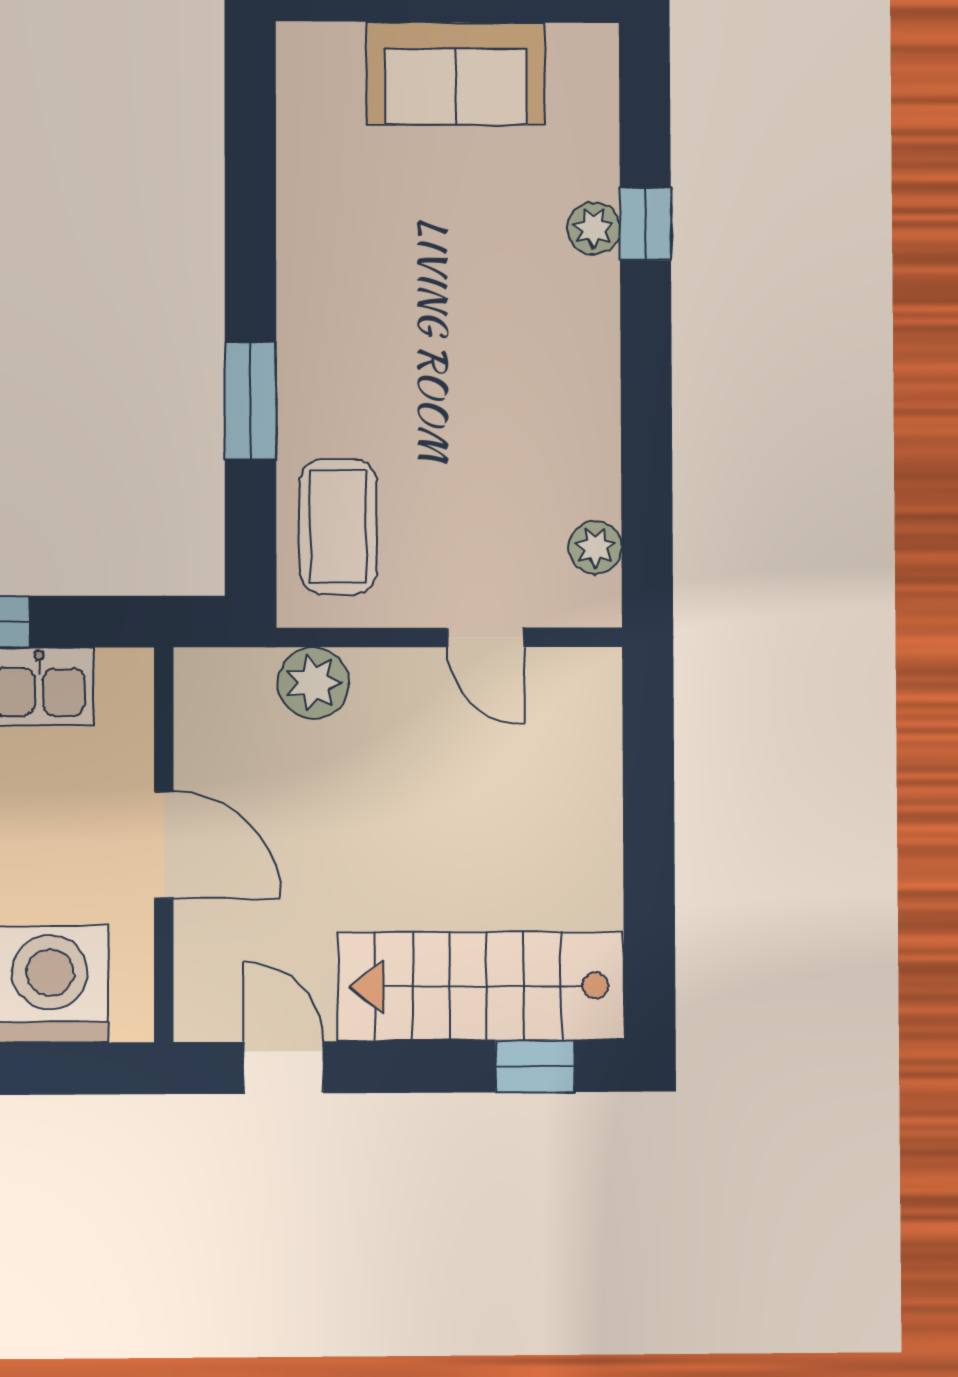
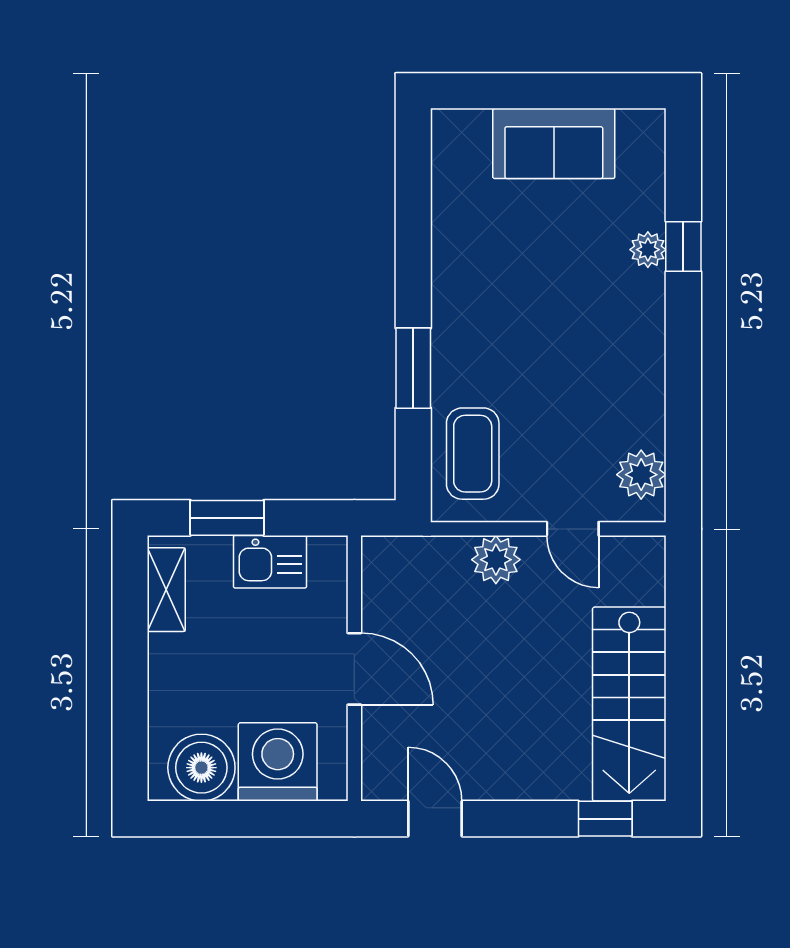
plant: (595, 548) -> (641, 475), width x1.38, depth x1.38
plant: (313, 683) -> (496, 560), moved
stairs: (481, 986) -> (629, 704), moved, turned -90

